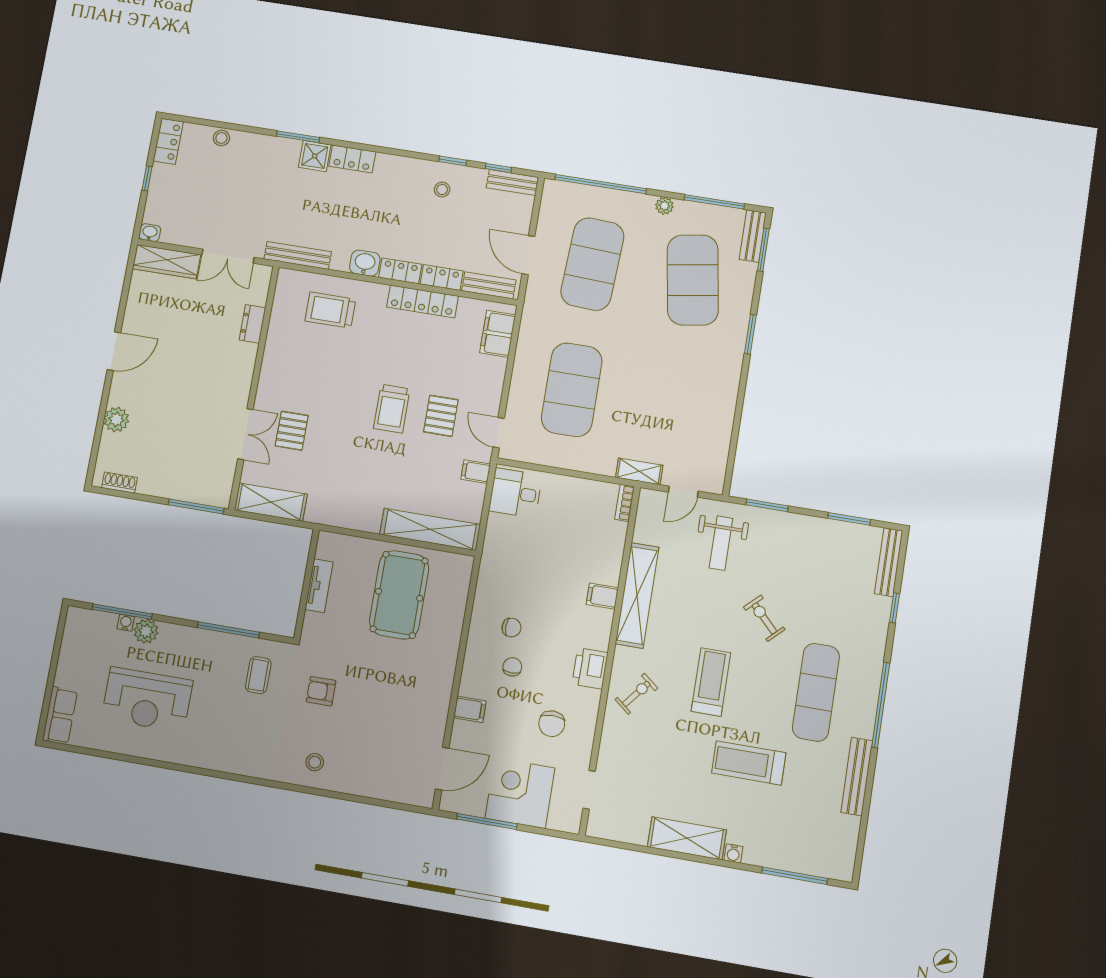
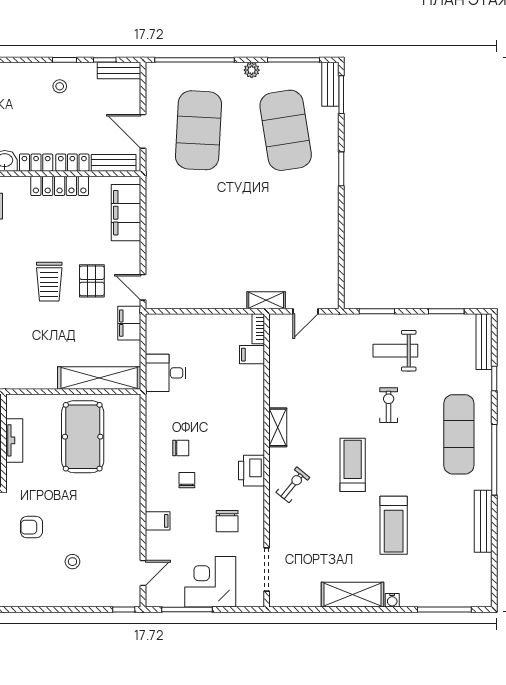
filing cabinet: (498, 334) -> (126, 213), width x1.50, depth x1.17
exercise mat: (572, 390) -> (199, 241), removed
filing cabinet: (476, 472) -> (129, 323), width x2.00
desk: (515, 493) -> (166, 373), moved
weight bench: (721, 543) -> (395, 351), moved, turned 90
shelving: (637, 595) -> (278, 427), width x0.45, depth x0.75
filing cabinet: (602, 596) -> (252, 355), moved
exercise bike: (764, 618) -> (389, 405), turned 44
exercise mat: (816, 692) -> (459, 434), moved
stool: (315, 762) -> (72, 562), moved
treadmill: (749, 763) -> (394, 525), turned -90
door: (442, 769) -> (143, 573), width x0.73
doorway: (589, 790) -> (267, 570), width x1.38
window: (412, 808) -> (124, 610), added

